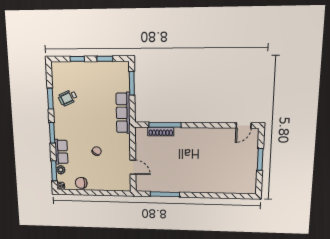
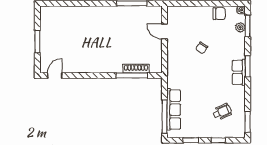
window: (132, 83) -> (164, 117), width x1.44
wheelchair: (68, 98) -> (222, 112), moved
window: (50, 99) -> (248, 122), moved
row of seats: (123, 113) -> (174, 110), moved
row of seats: (61, 152) -> (239, 72), moved

